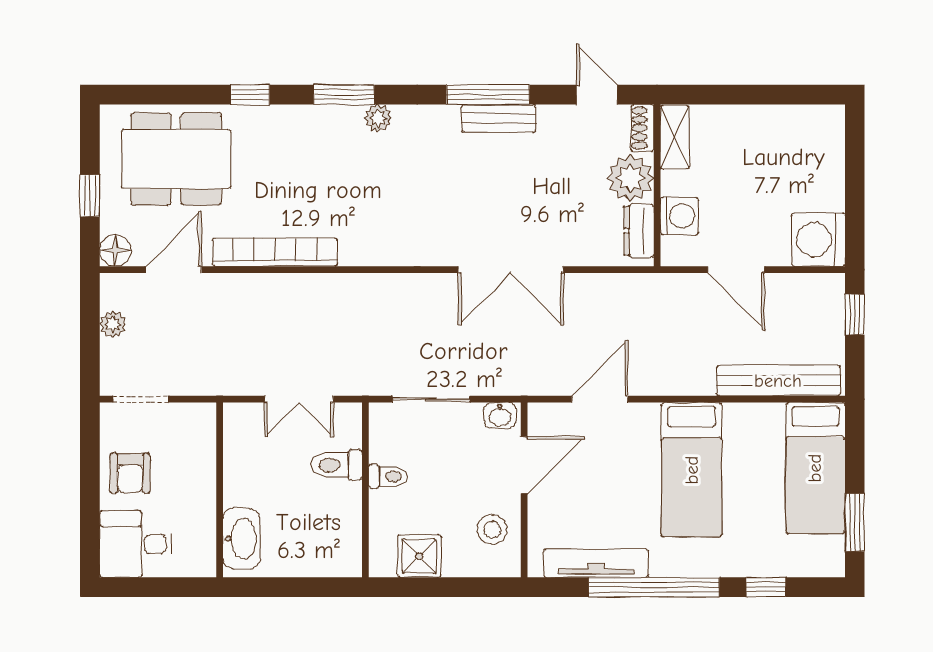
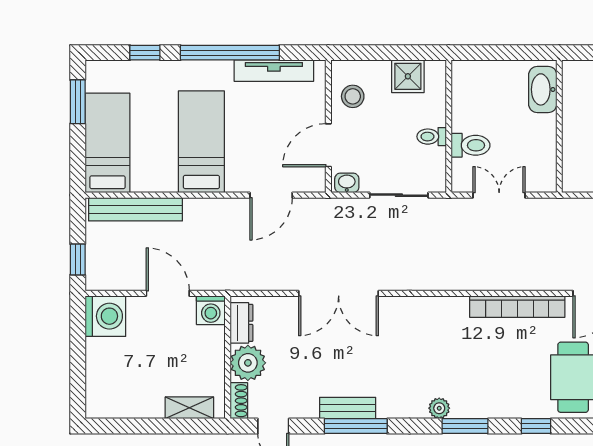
shelving: (675, 137) -> (189, 408), moved, turned 90
washing machine: (679, 216) -> (211, 310), moved, turned -90
double door: (511, 270) -> (339, 293), swing flipped

